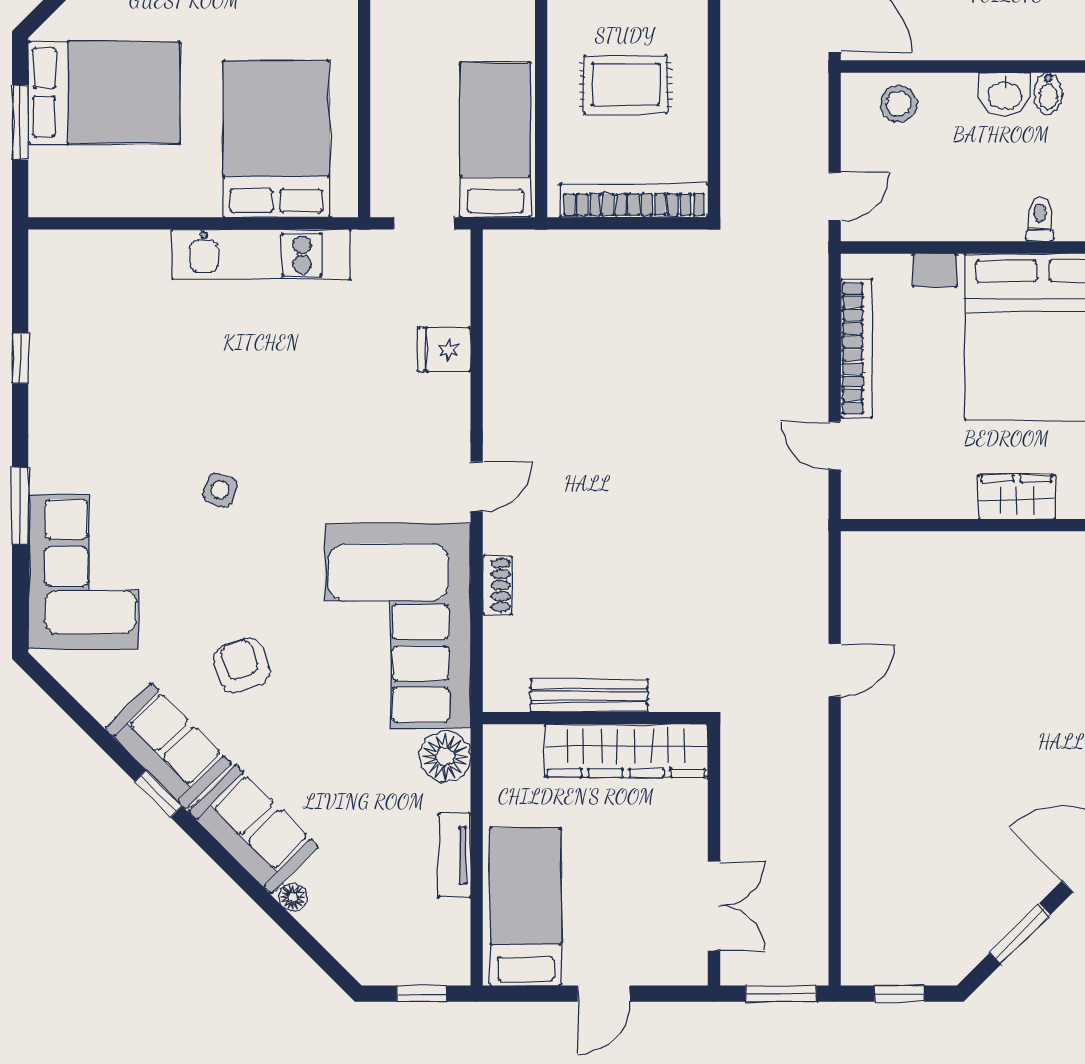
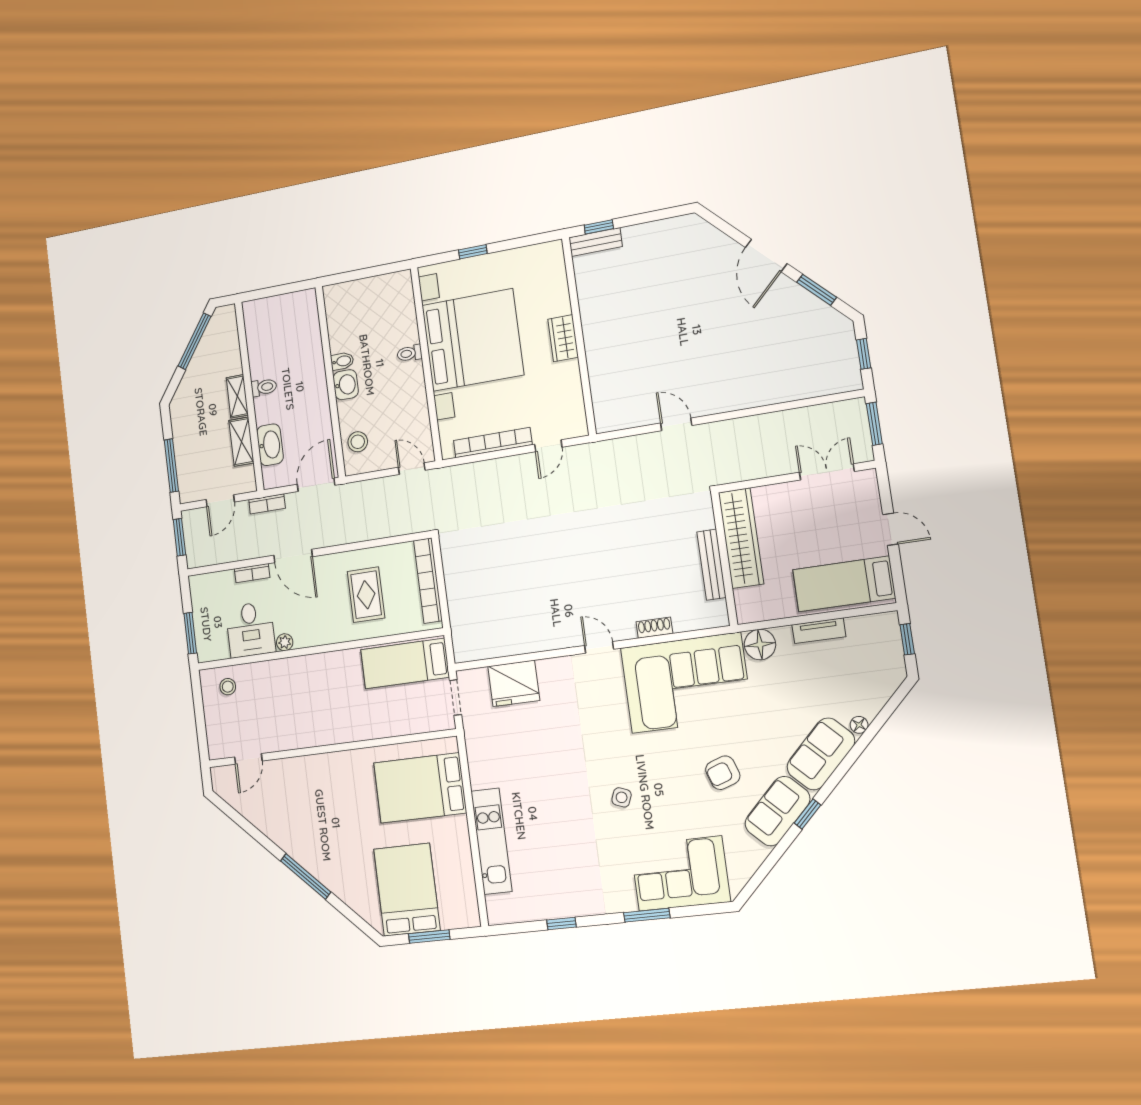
kitchen unit: (261, 255) -> (491, 841), moved
fridge: (444, 350) -> (514, 683), width x1.88, depth x1.34

